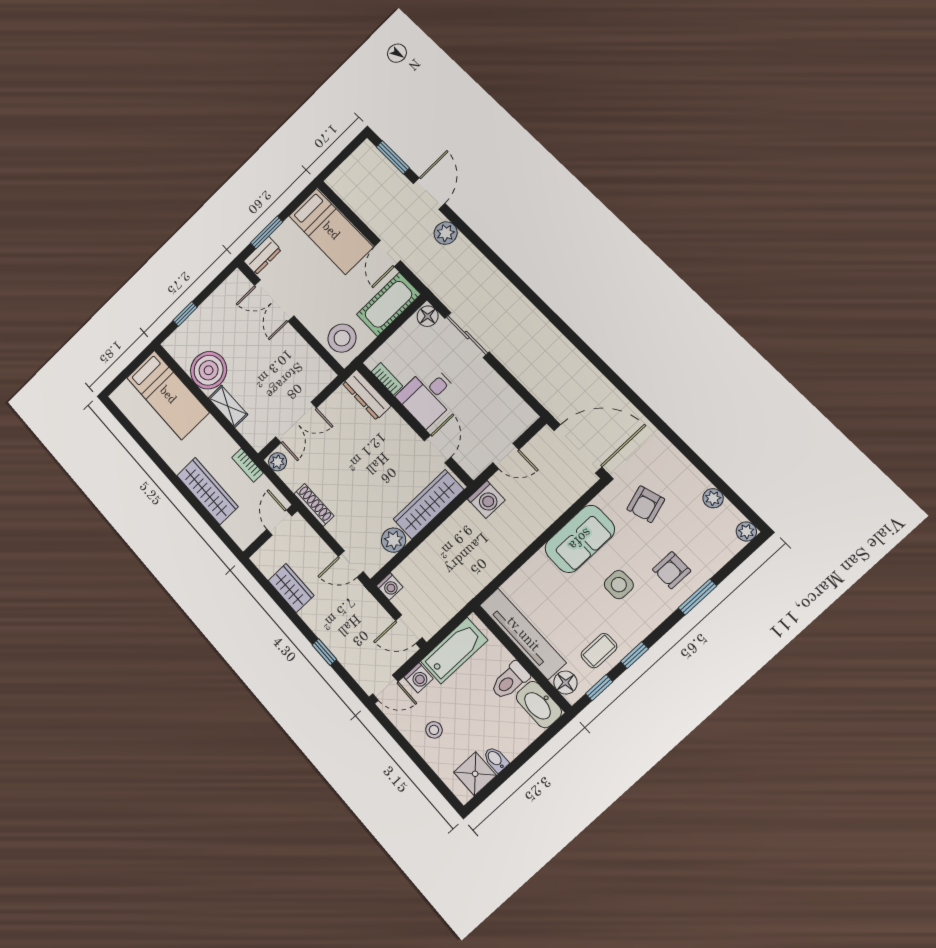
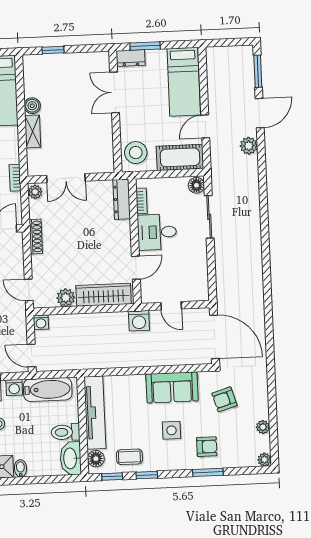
boiler: (209, 370) -> (32, 106), width x0.54, depth x0.54
armchair: (672, 570) -> (207, 447), turned 180

